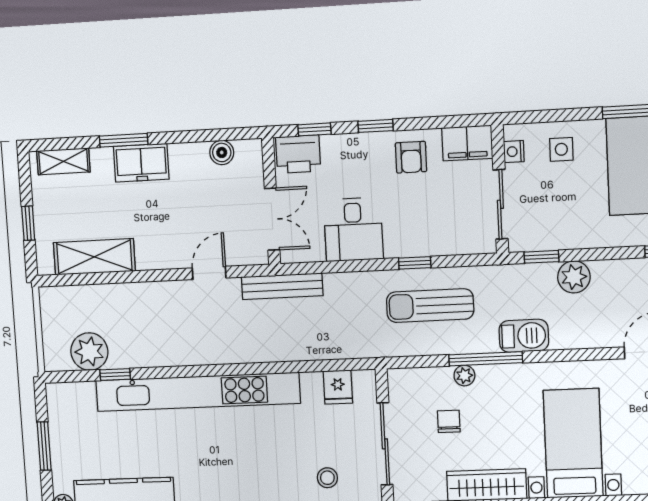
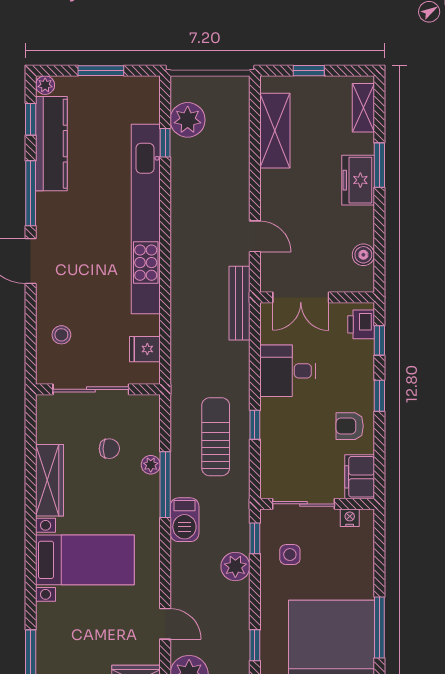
side table: (561, 149) -> (290, 555), moved
printer: (298, 154) -> (361, 324), width x0.73, depth x0.81

